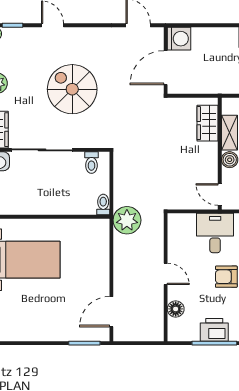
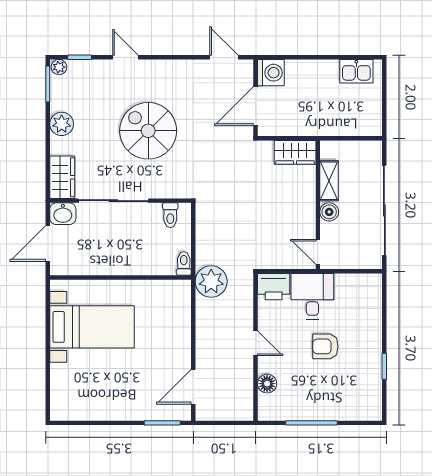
wardrobe: (207, 123) -> (295, 152), moved, turned -90
printer: (214, 330) -> (274, 287), moved, turned 180

